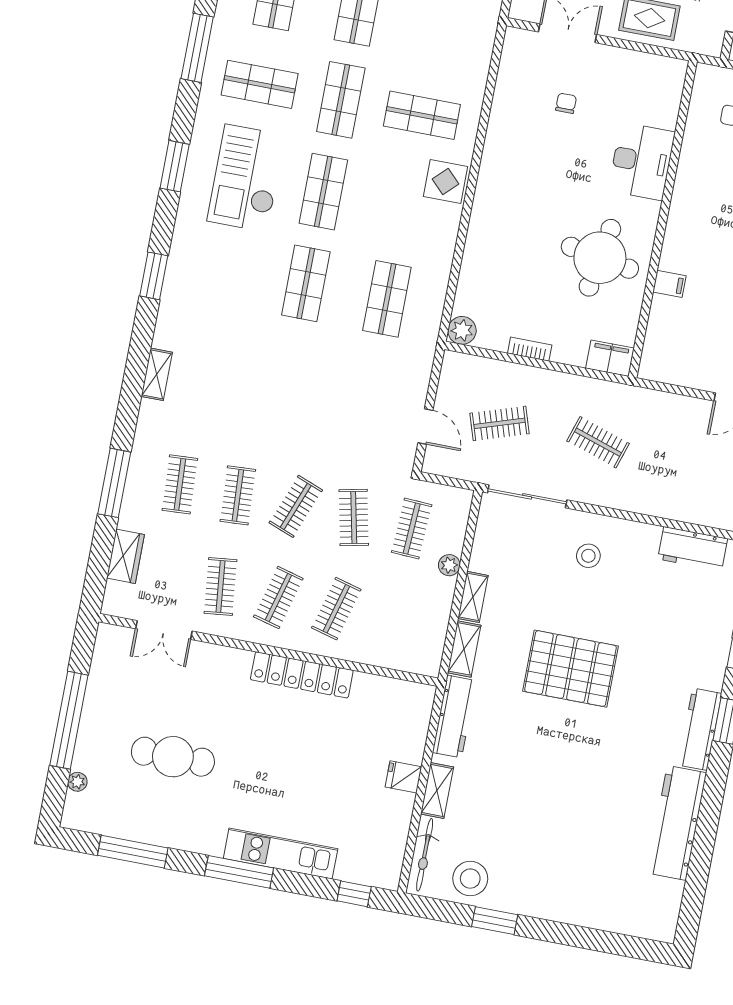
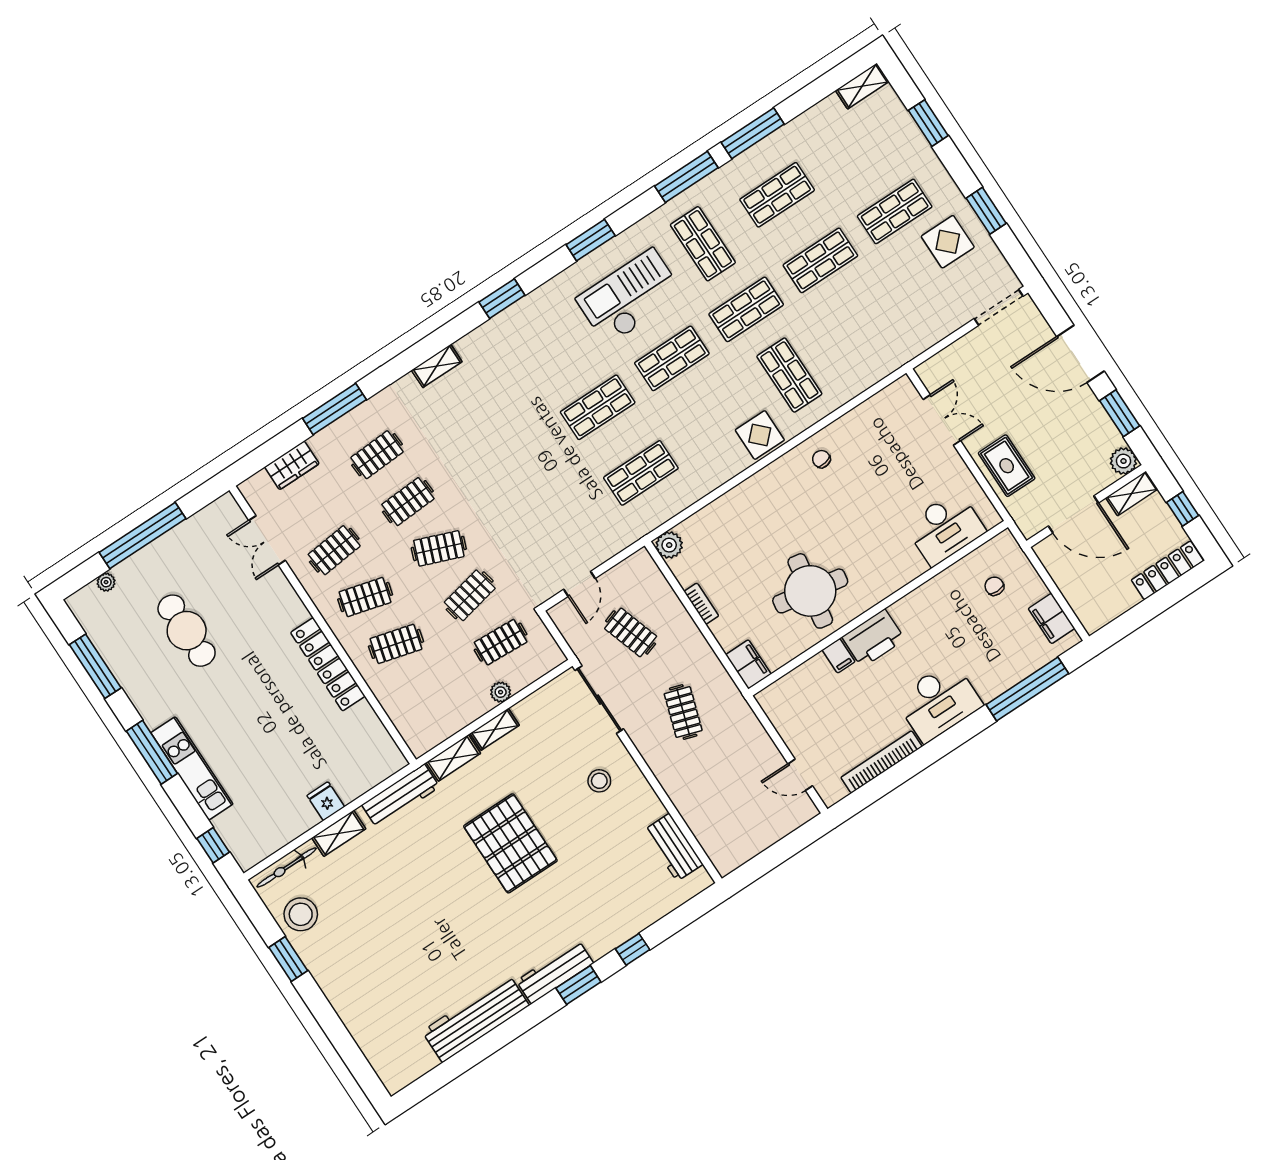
chair: (566, 103) -> (821, 459), moved, turned -101
desk: (642, 161) -> (945, 528), moved
printer: (682, 245) -> (873, 638), added

